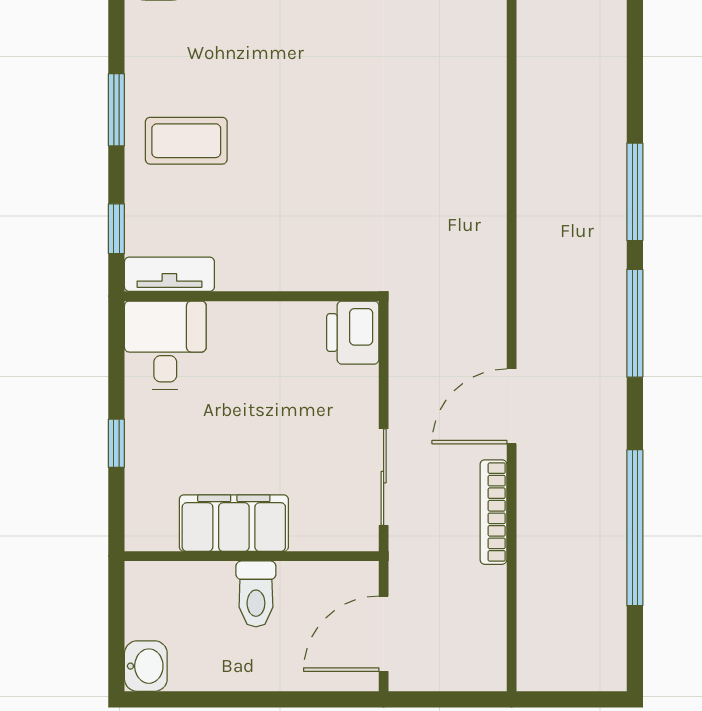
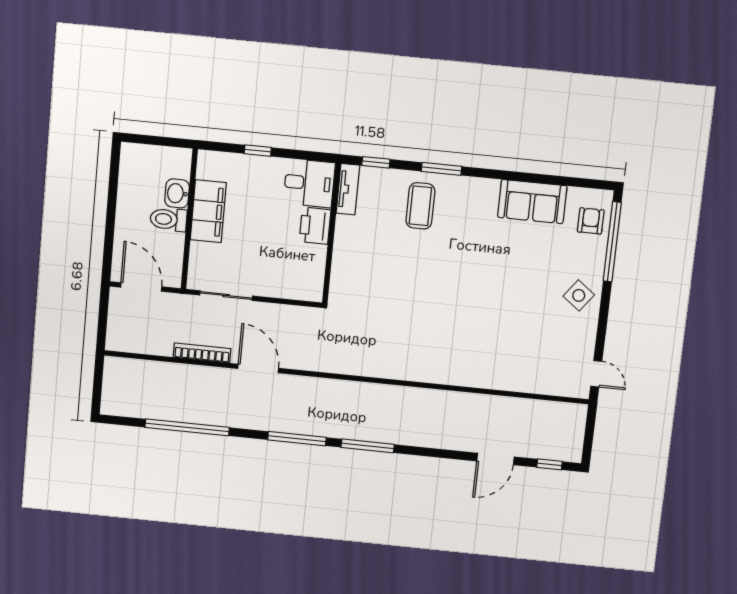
printer: (353, 333) -> (315, 226), moved, turned -90
washbasin: (146, 666) -> (177, 193), moved, turned 90

